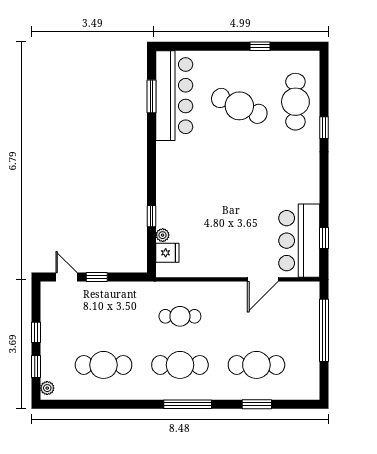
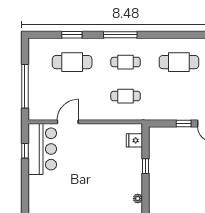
plant: (163, 235) -> (138, 199), moved
cafe table: (180, 365) -> (126, 62), width x0.73, depth x0.74

